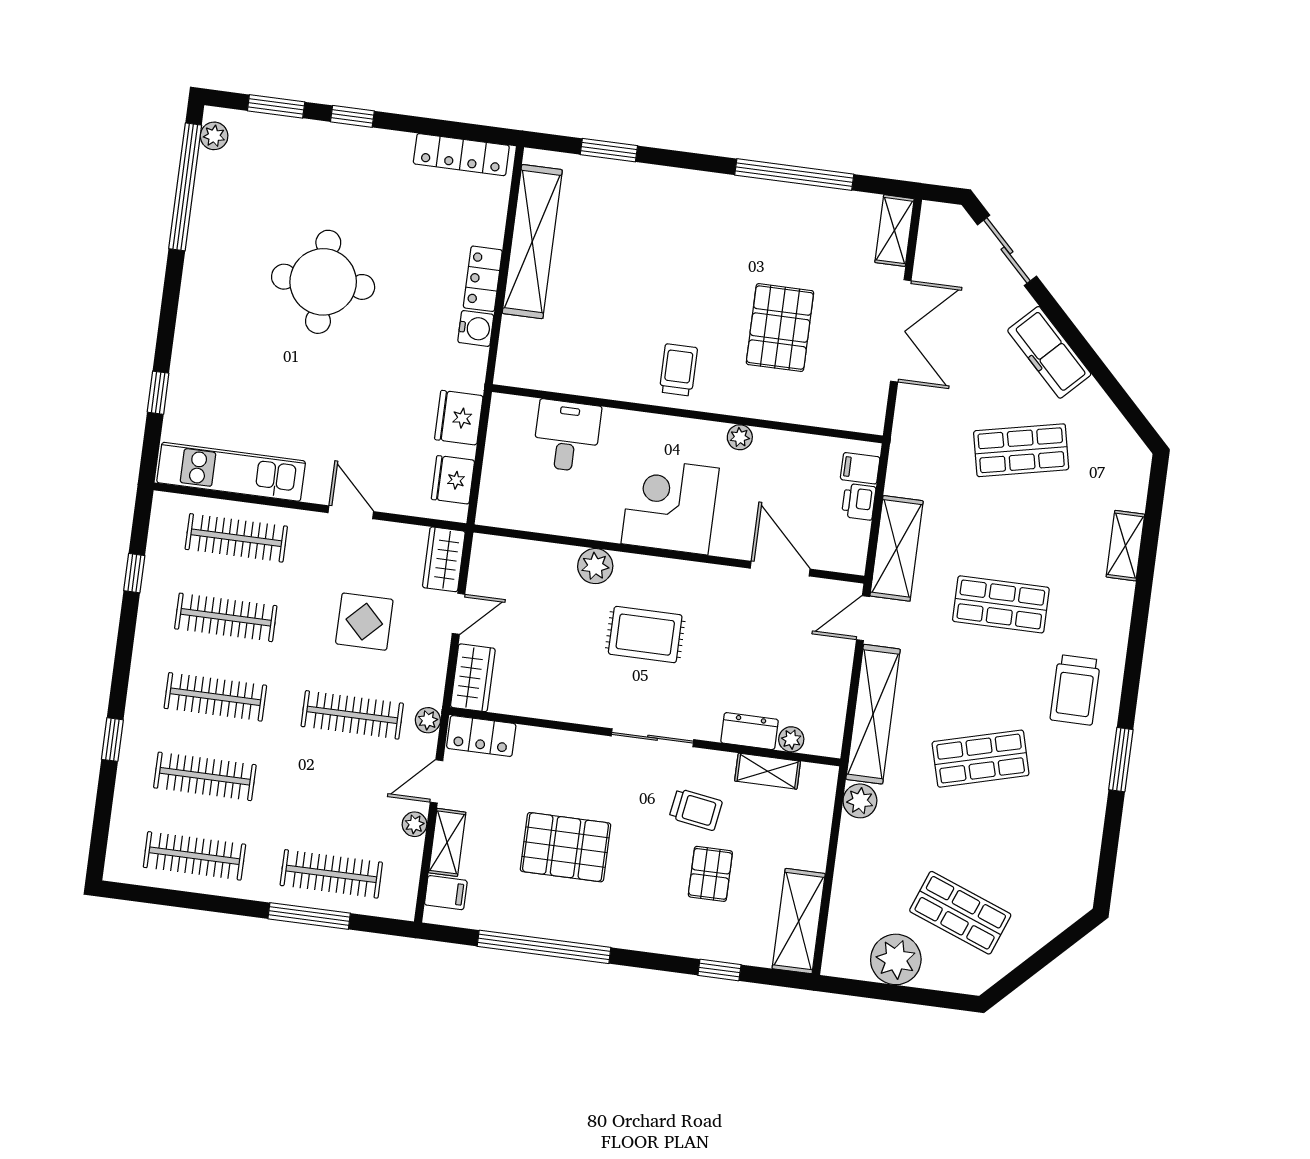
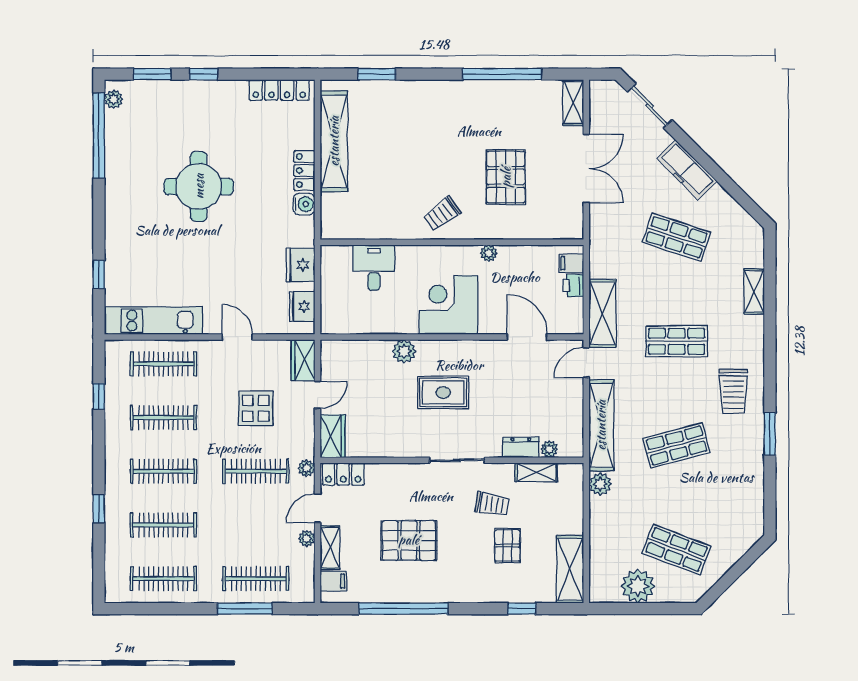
trolley: (678, 370) -> (442, 214), turned -126
shop shelf: (1021, 450) -> (677, 237), turned 30

